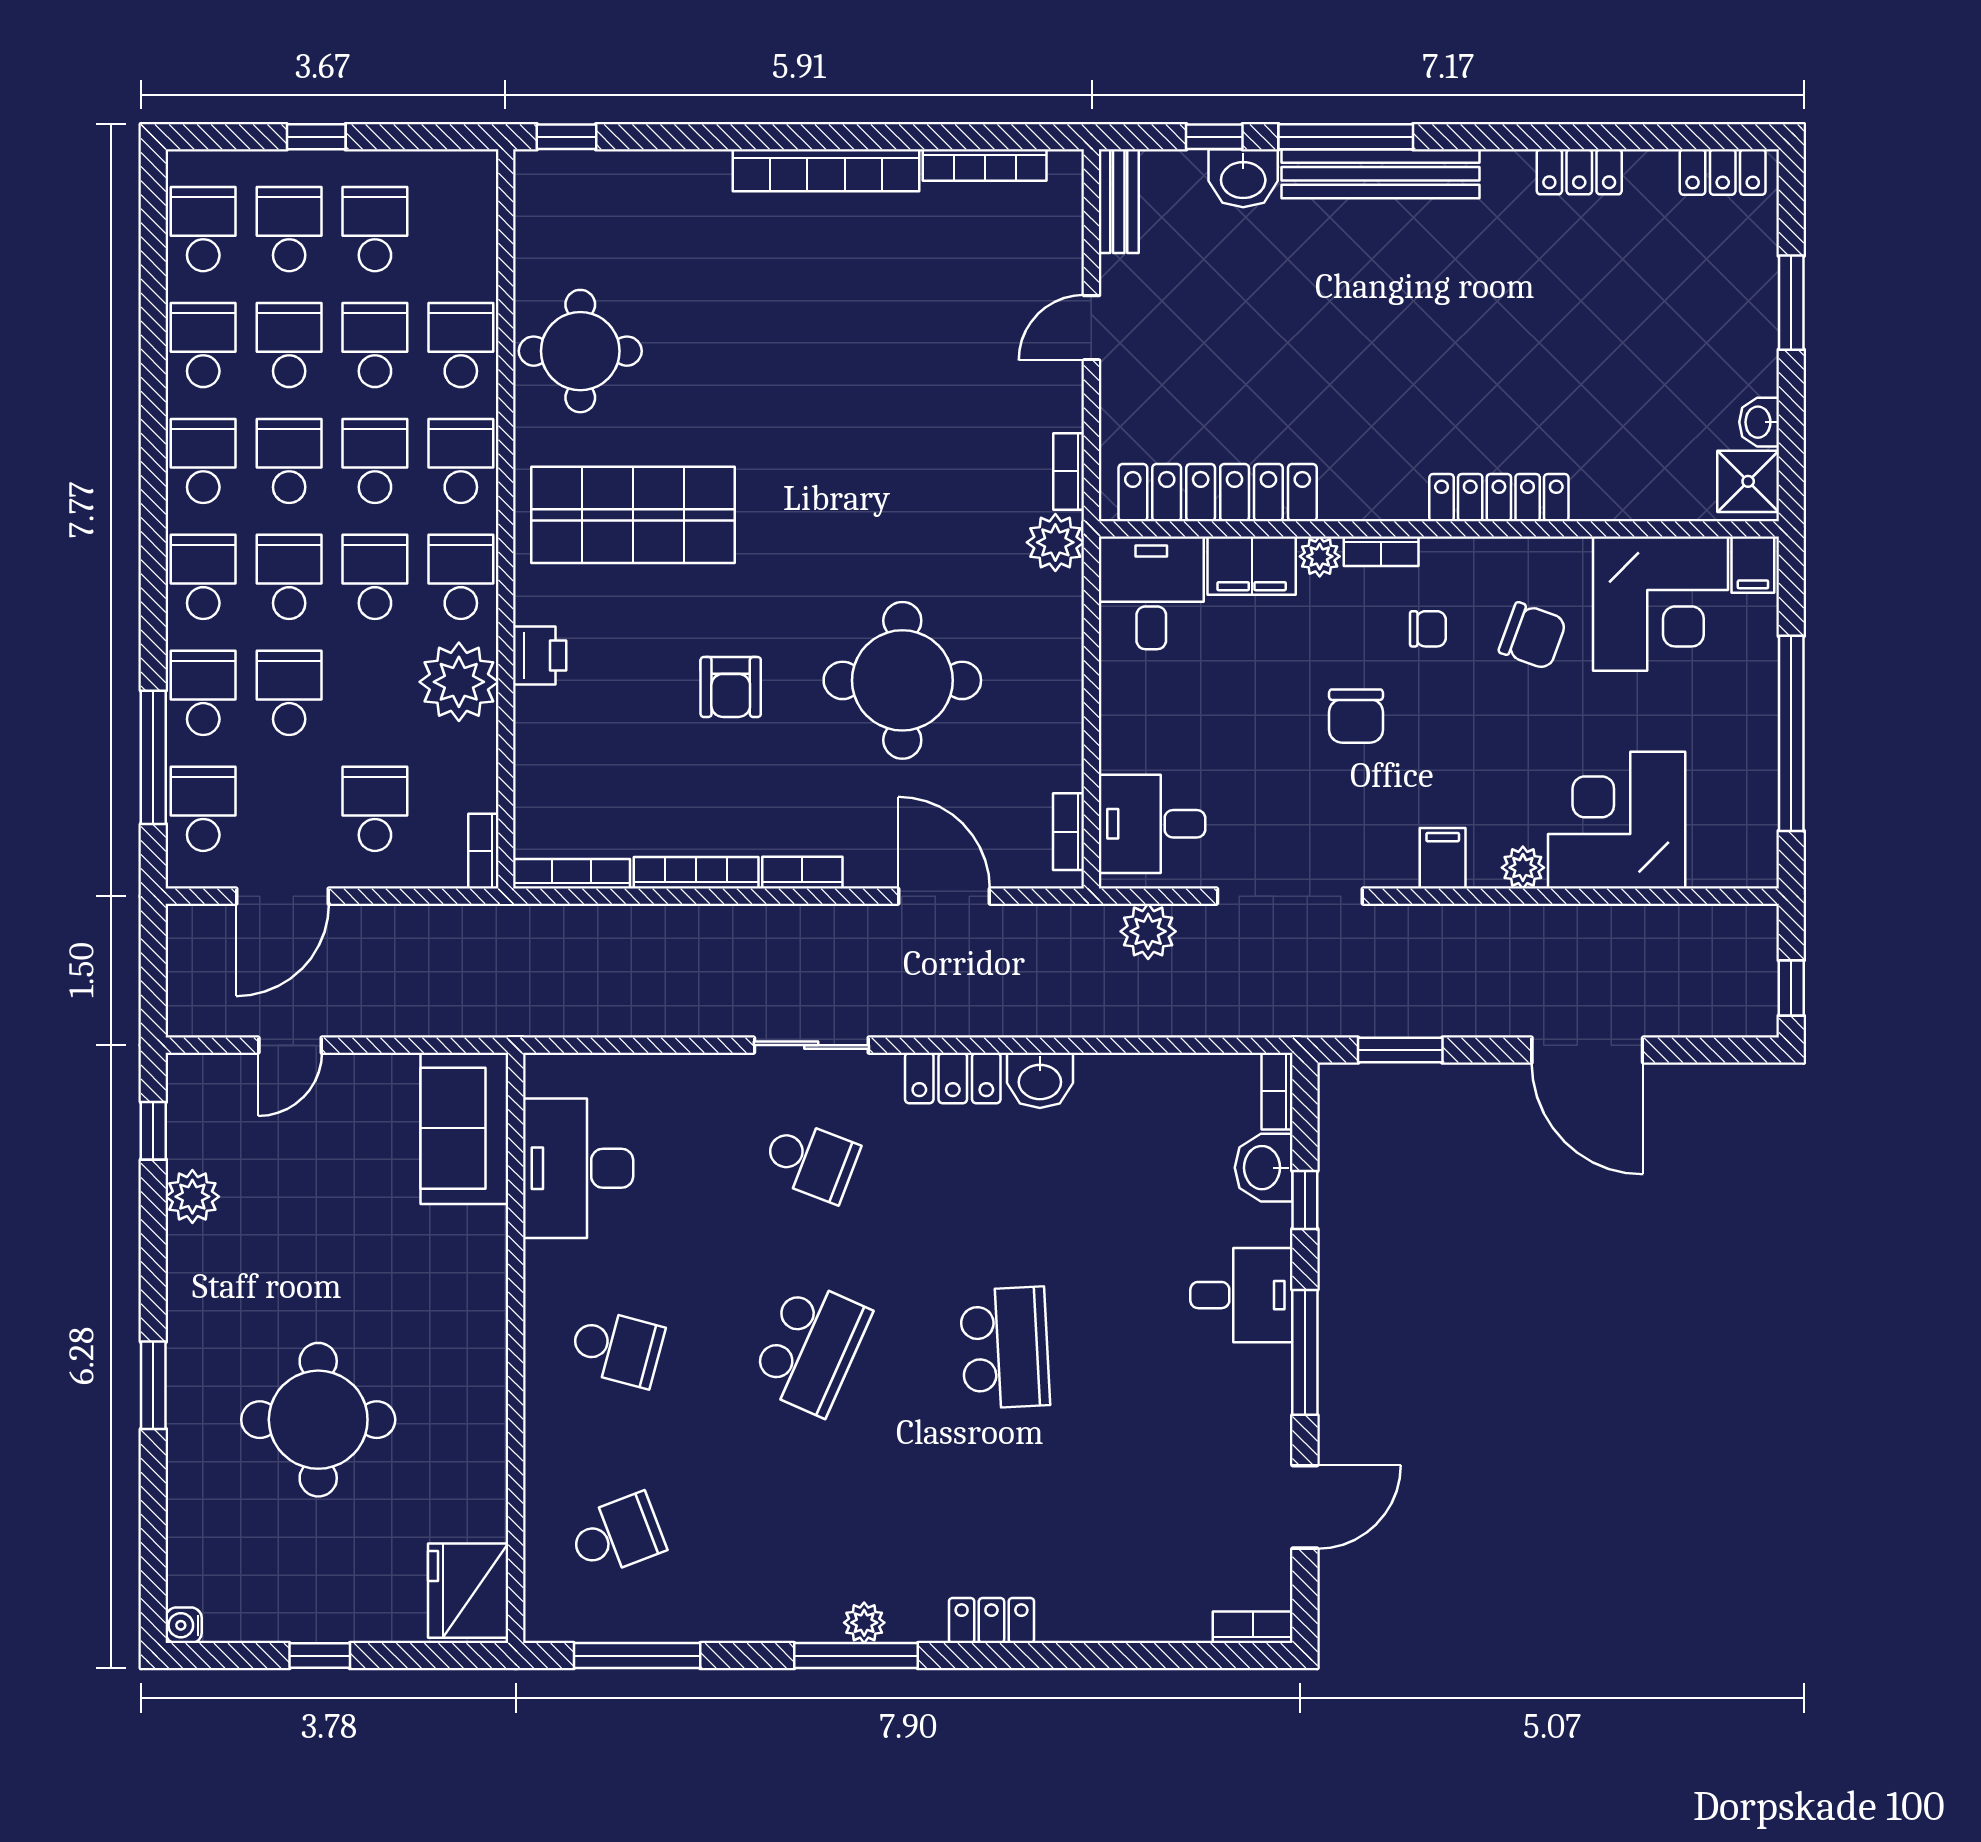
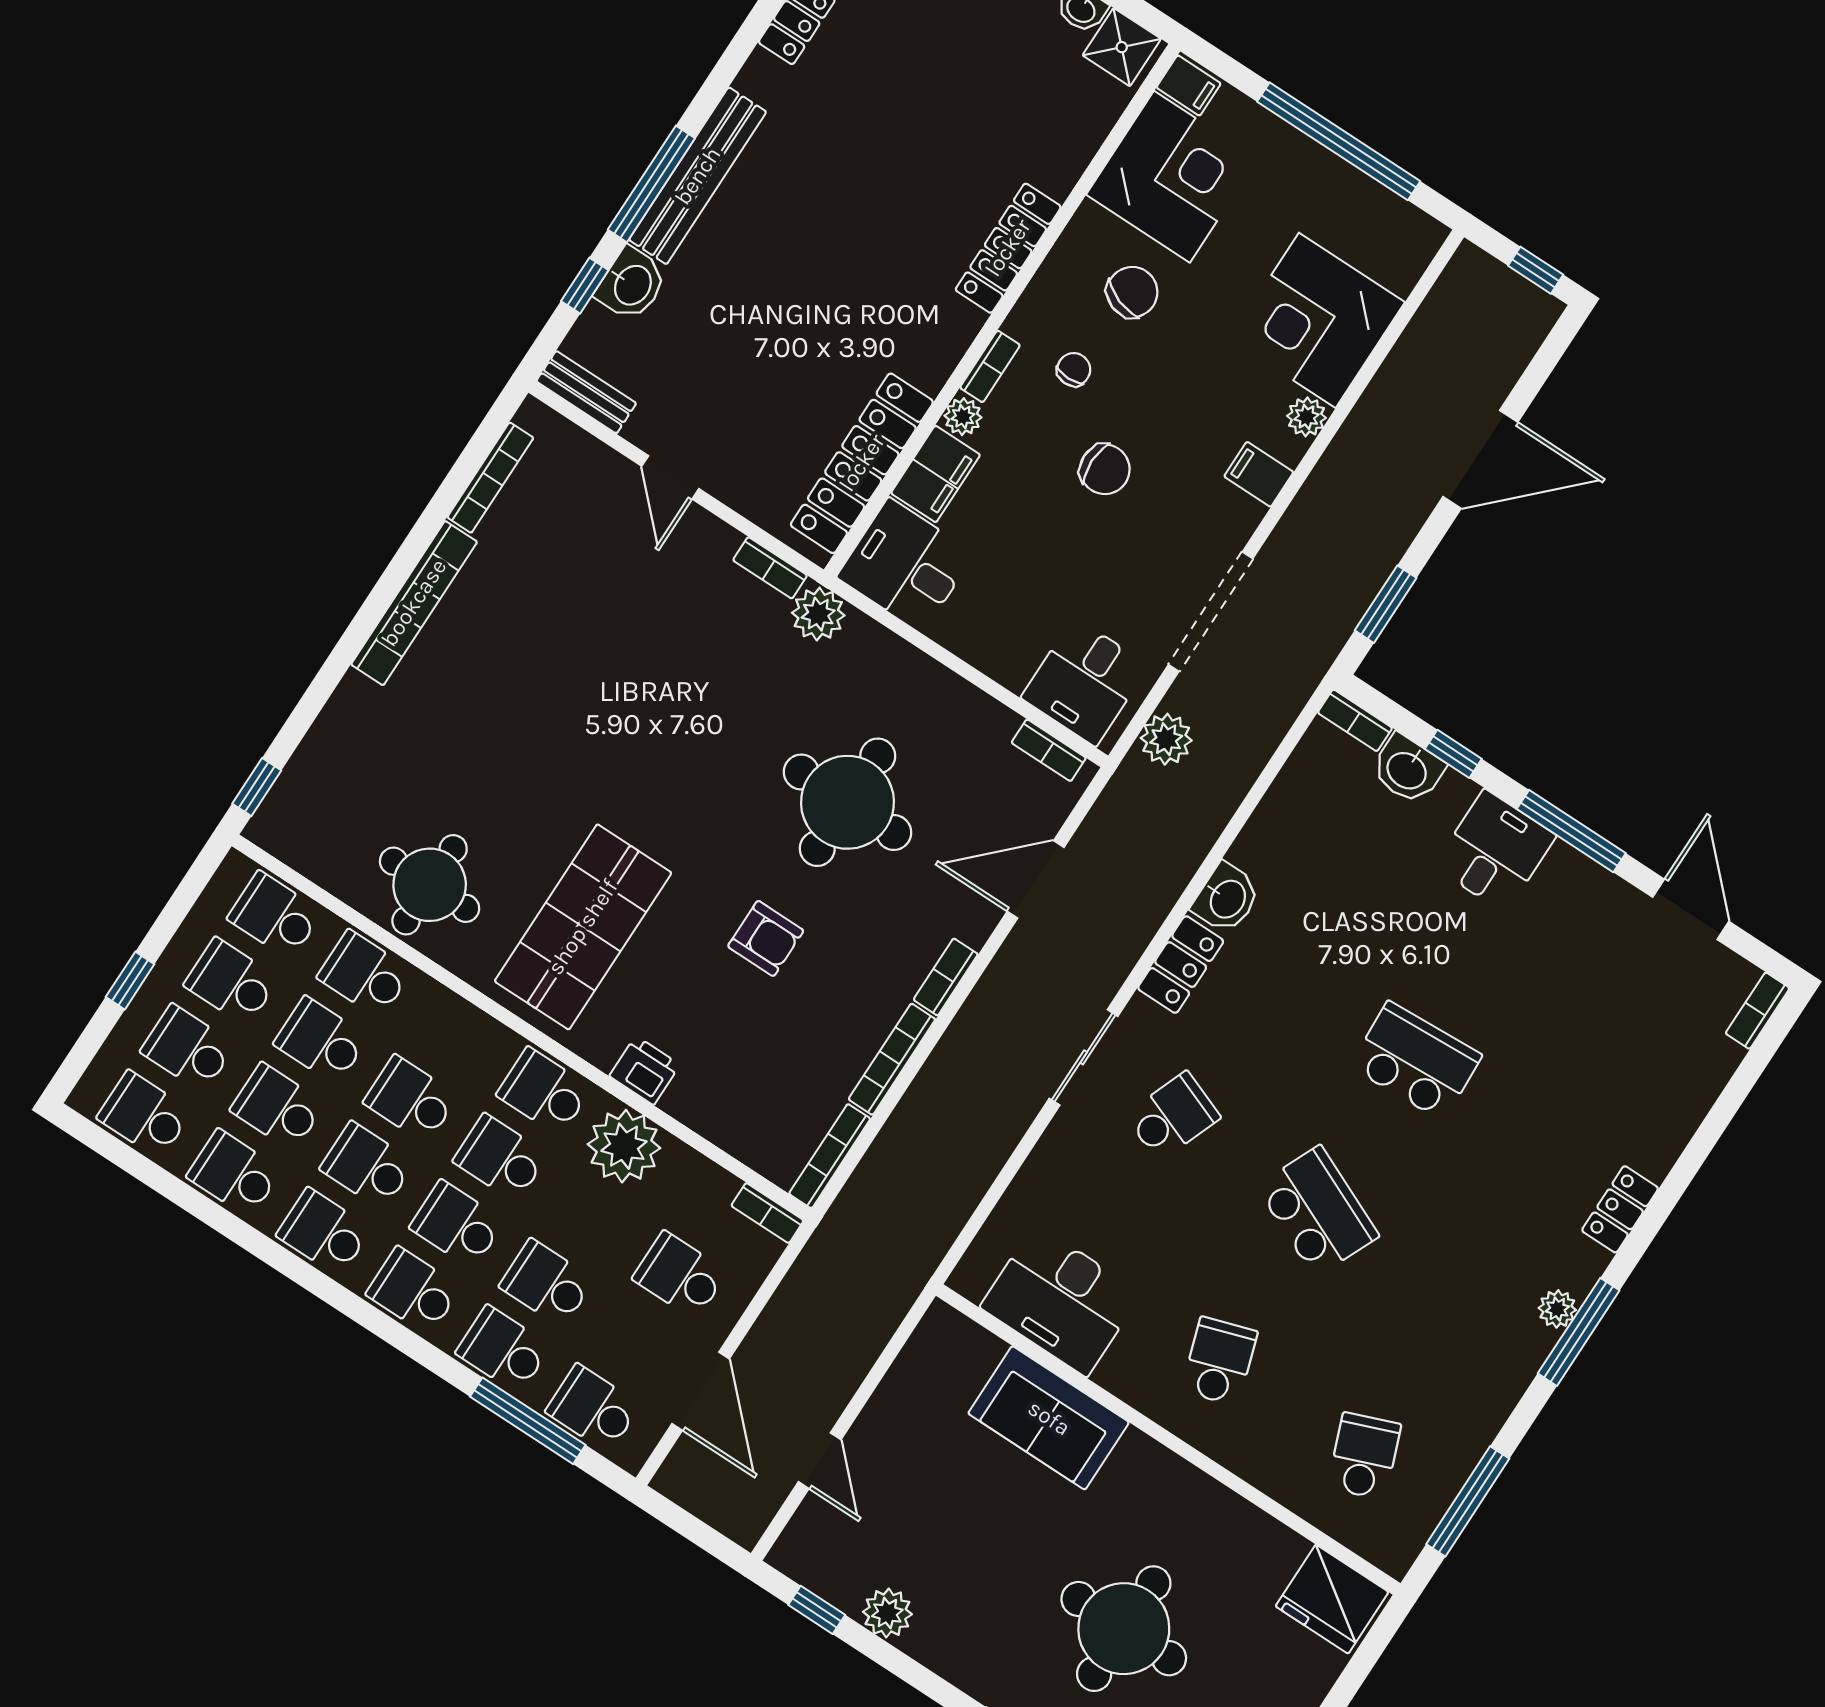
school desk: (461, 461) -> (275, 915), moved
sofa: (464, 1128) -> (1049, 1418), moved
school desk: (617, 1348) -> (1219, 1361), turned -33

